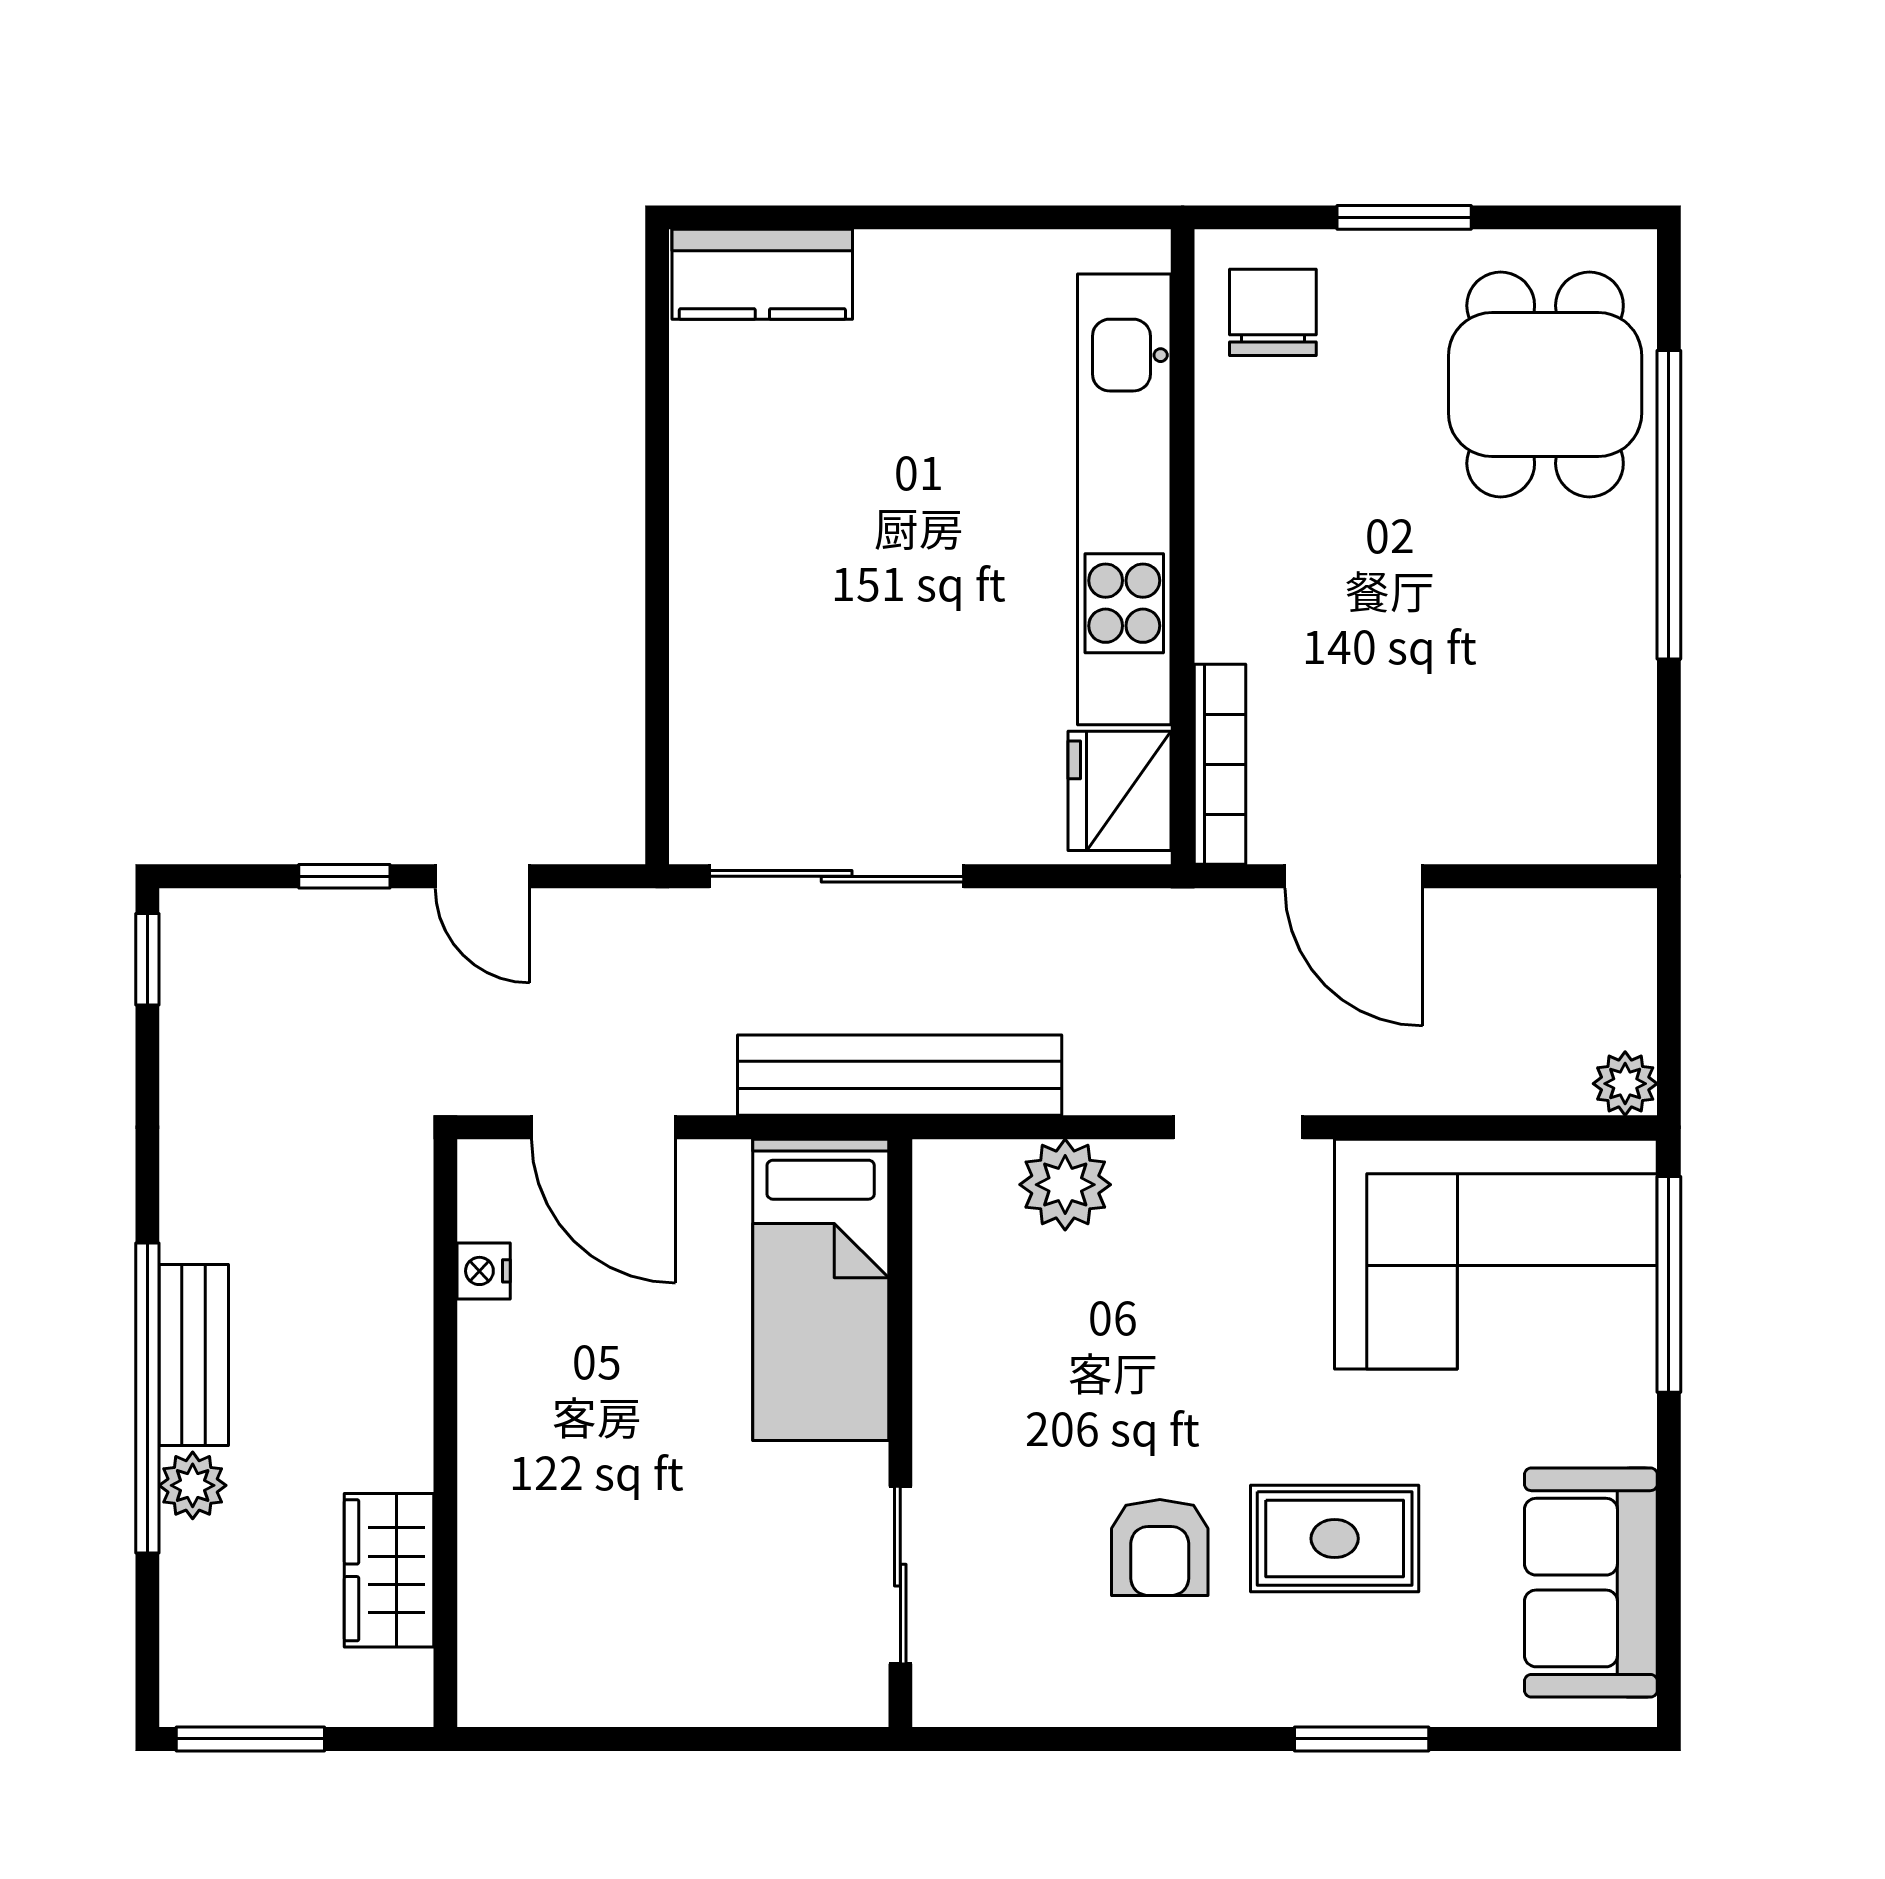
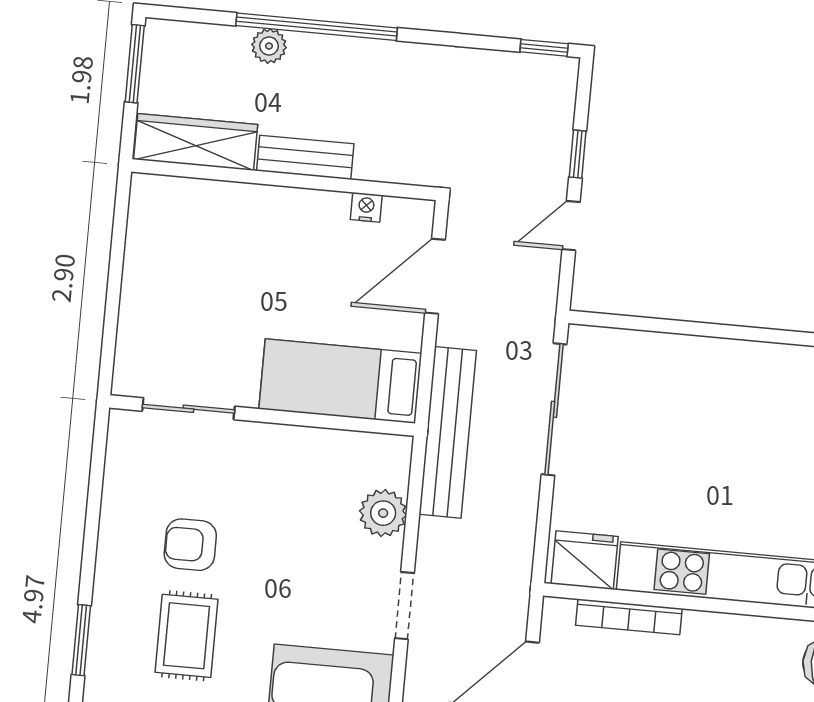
bookcase: (1220, 764) -> (629, 617), moved
bench: (194, 1355) -> (305, 157), moved
wardrobe: (389, 1570) -> (196, 142), width x1.50

